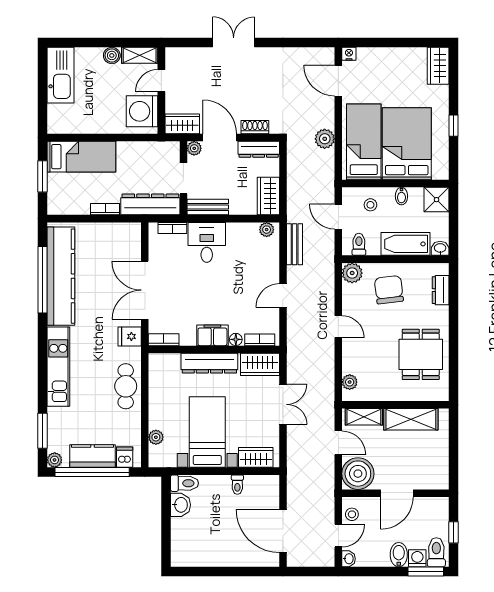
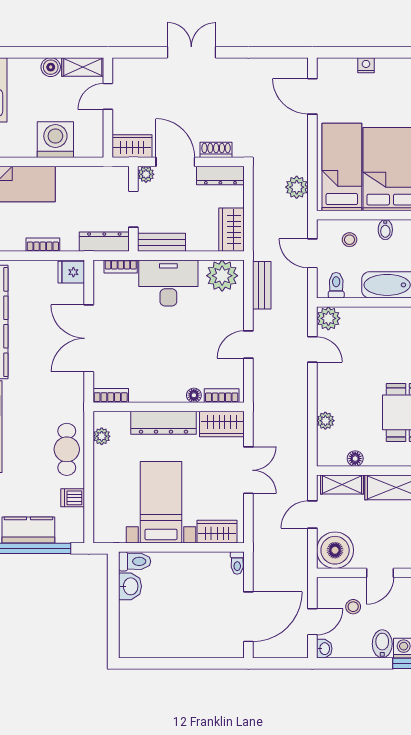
nightstand: (349, 54) -> (366, 65), moved
washing machine: (142, 111) -> (55, 140), moved, turned 90
plant: (325, 139) -> (297, 187), moved
dresser: (150, 204) -> (104, 242), width x0.73, depth x0.80
plant: (267, 230) -> (222, 276), width x1.87, depth x1.87
desk: (207, 242) -> (168, 283), width x1.37
chair: (389, 290) -> (371, 338), removed
door: (338, 327) -> (312, 349), moved
filing cabinet: (212, 335) -> (167, 391), removed
fridge: (130, 336) -> (71, 272), moved
plant: (350, 382) -> (325, 421), moved
floor lamp: (375, 394) -> (355, 459), added
plant: (156, 437) -> (102, 436), moved
door: (338, 443) -> (312, 515), swing flipped
dishwasher: (125, 457) -> (73, 498), moved, turned -90
toilet: (237, 485) -> (237, 563), moved
door: (397, 493) -> (380, 573), width x0.73
stool: (352, 514) -> (353, 607), moved
door: (283, 531) -> (248, 617), swing flipped

